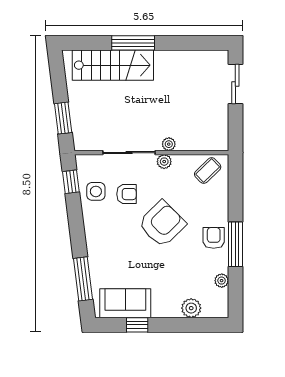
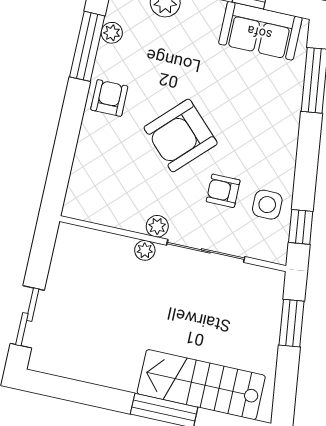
coffee table: (208, 171) -> (96, 199), removed
armchair: (214, 238) -> (109, 98), turned 180
window: (235, 244) -> (87, 46), moved

